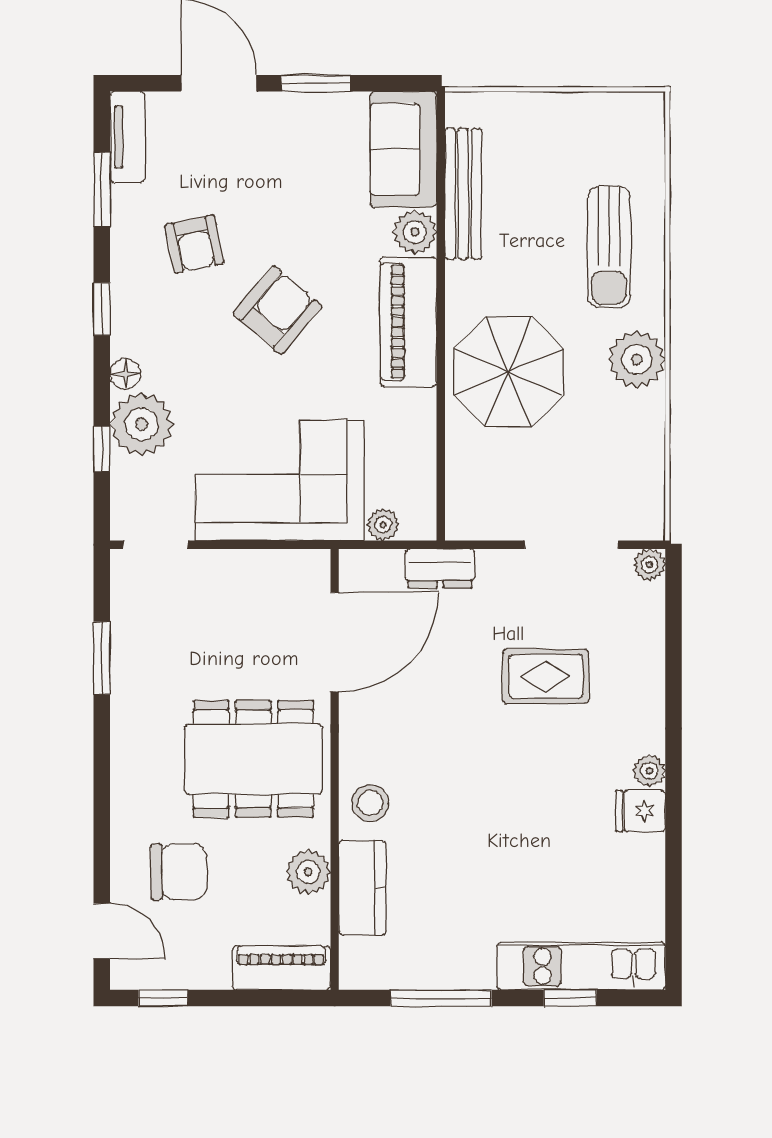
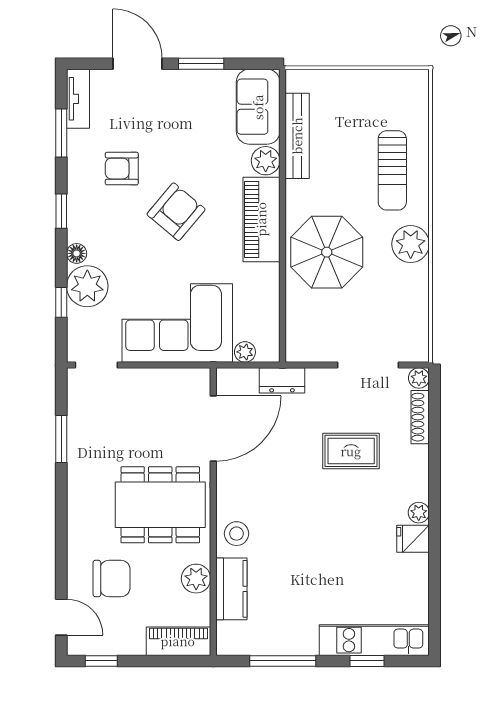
armchair: (194, 244) -> (122, 169), turned 102
shoe rack: (651, 625) -> (420, 417), added

